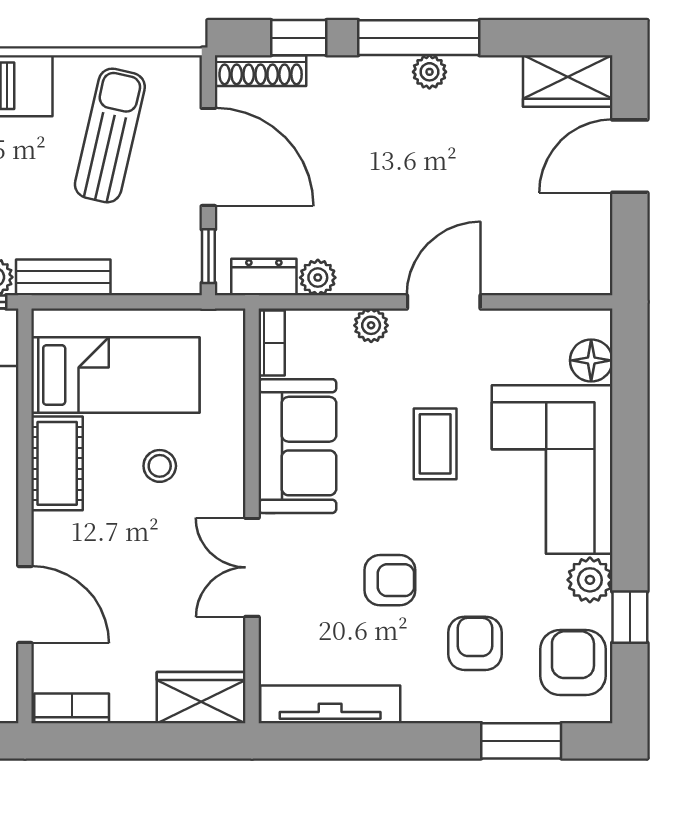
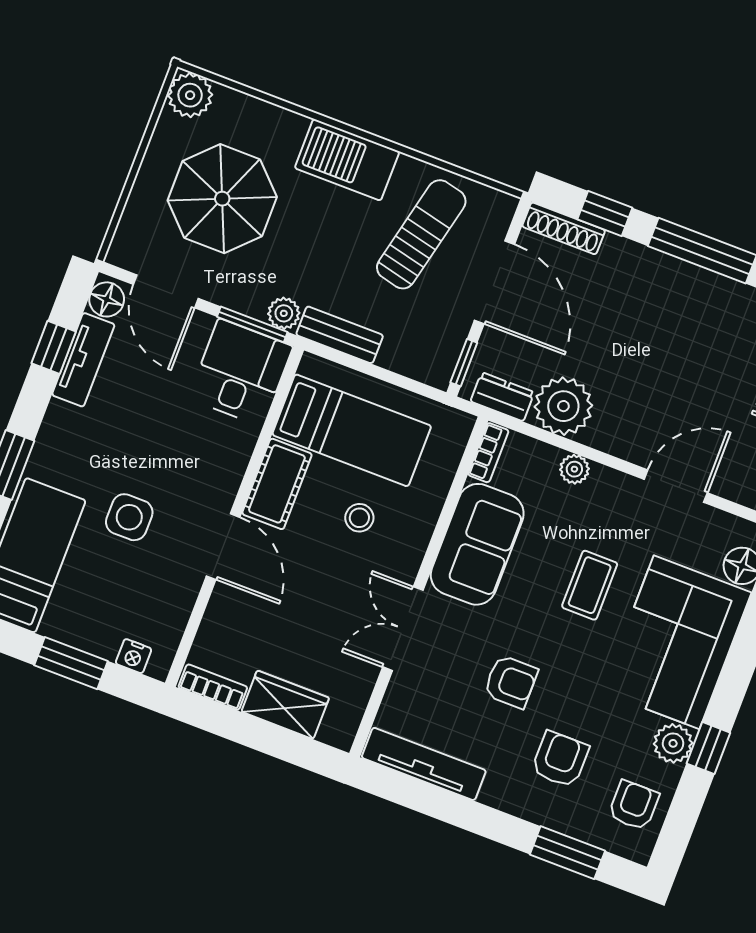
plant: (429, 72) -> (700, 282), removed
plant: (318, 278) -> (563, 406), width x1.87, depth x1.87
door: (444, 302) -> (676, 486), moved
door: (25, 605) -> (223, 547), moved
window: (630, 617) -> (708, 748), moved
armchair: (573, 663) -> (634, 805), width x0.72, depth x0.72
wardrobe: (201, 698) -> (285, 705), moved

